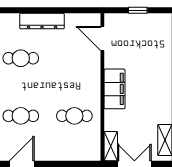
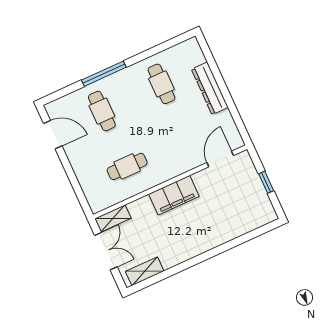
cafe table: (74, 116) -> (127, 166), turned 90

